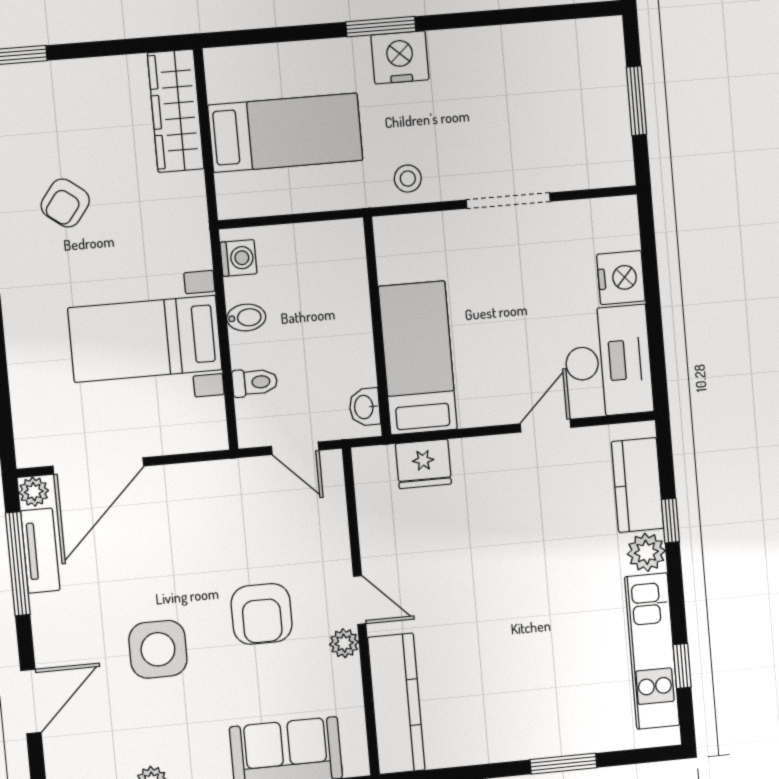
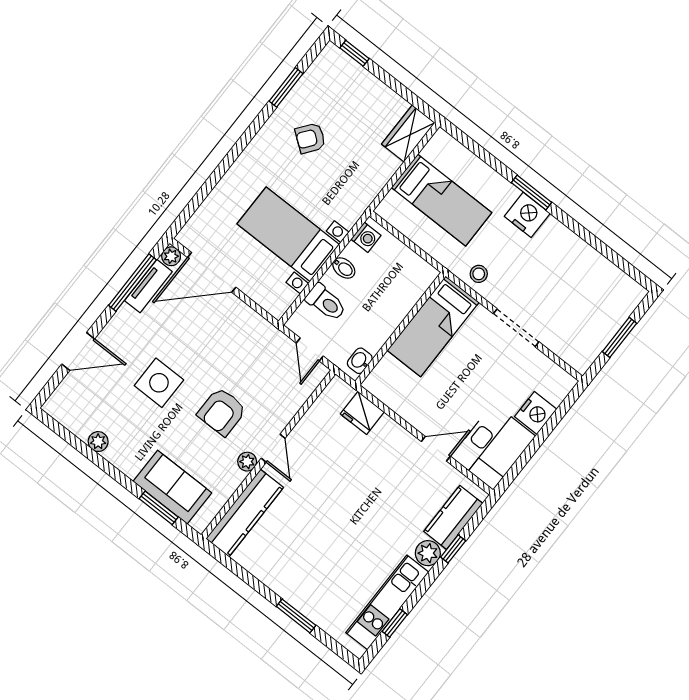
wardrobe: (176, 111) -> (408, 133), width x0.67
bed: (418, 358) -> (433, 326), moved, turned 180
toilet: (255, 382) -> (326, 302), width x1.37, depth x1.39

